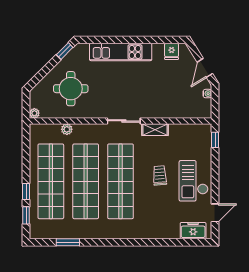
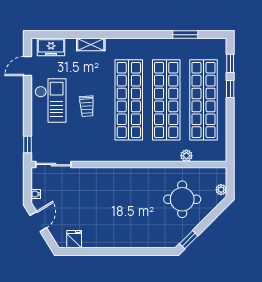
kitchen unit: (121, 52) -> (129, 239), removed
plant: (34, 113) -> (221, 190), moved
sliding door: (124, 121) -> (53, 165), moved
shelving: (155, 130) -> (91, 45), moved

